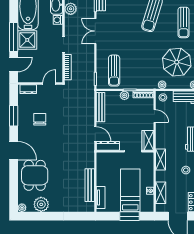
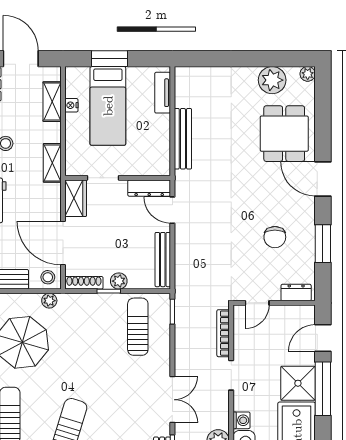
door: (155, 116) -> (63, 243), width x1.87
bench: (90, 185) -> (183, 139), moved

